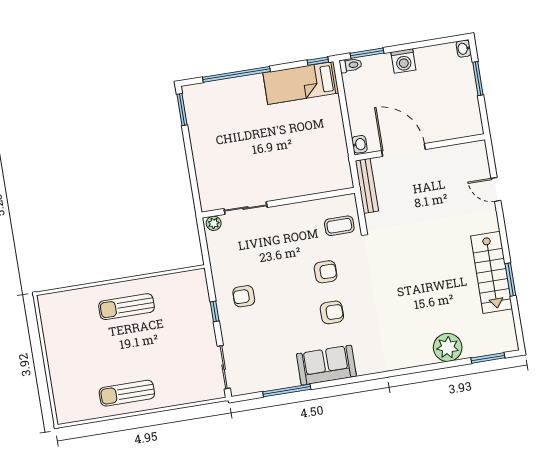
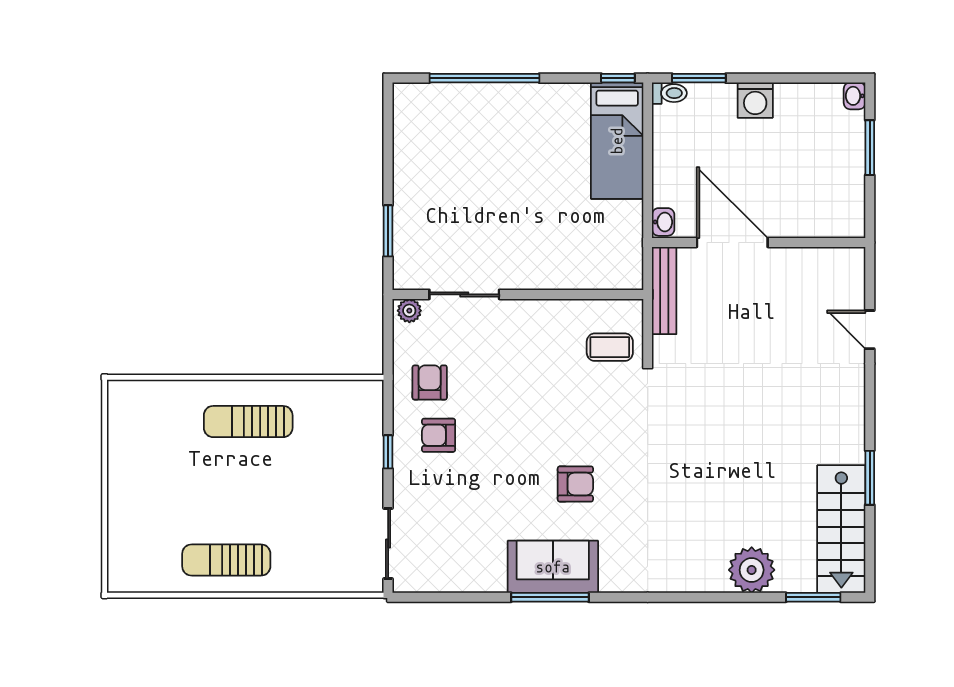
bed: (301, 83) -> (617, 141), moved, turned -90
window: (182, 110) -> (388, 231), moved
armchair: (326, 272) -> (430, 382), moved, turned -90
stairs: (492, 272) -> (841, 529), moved
window: (287, 391) -> (550, 597), moved

